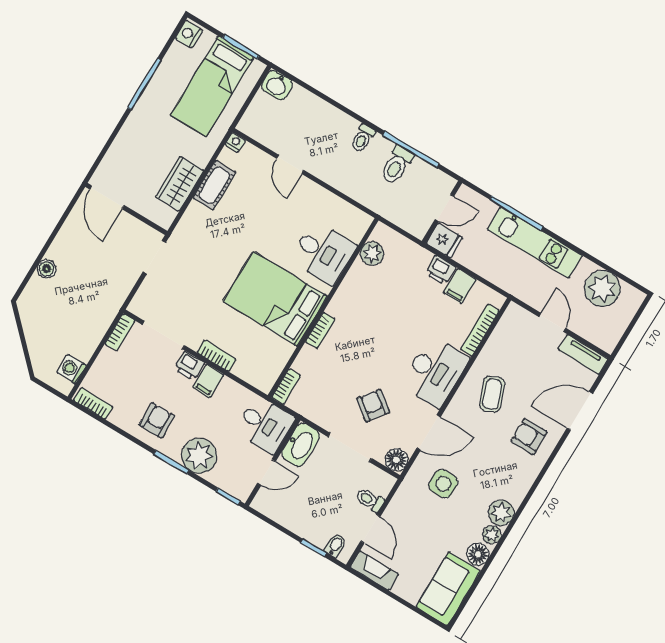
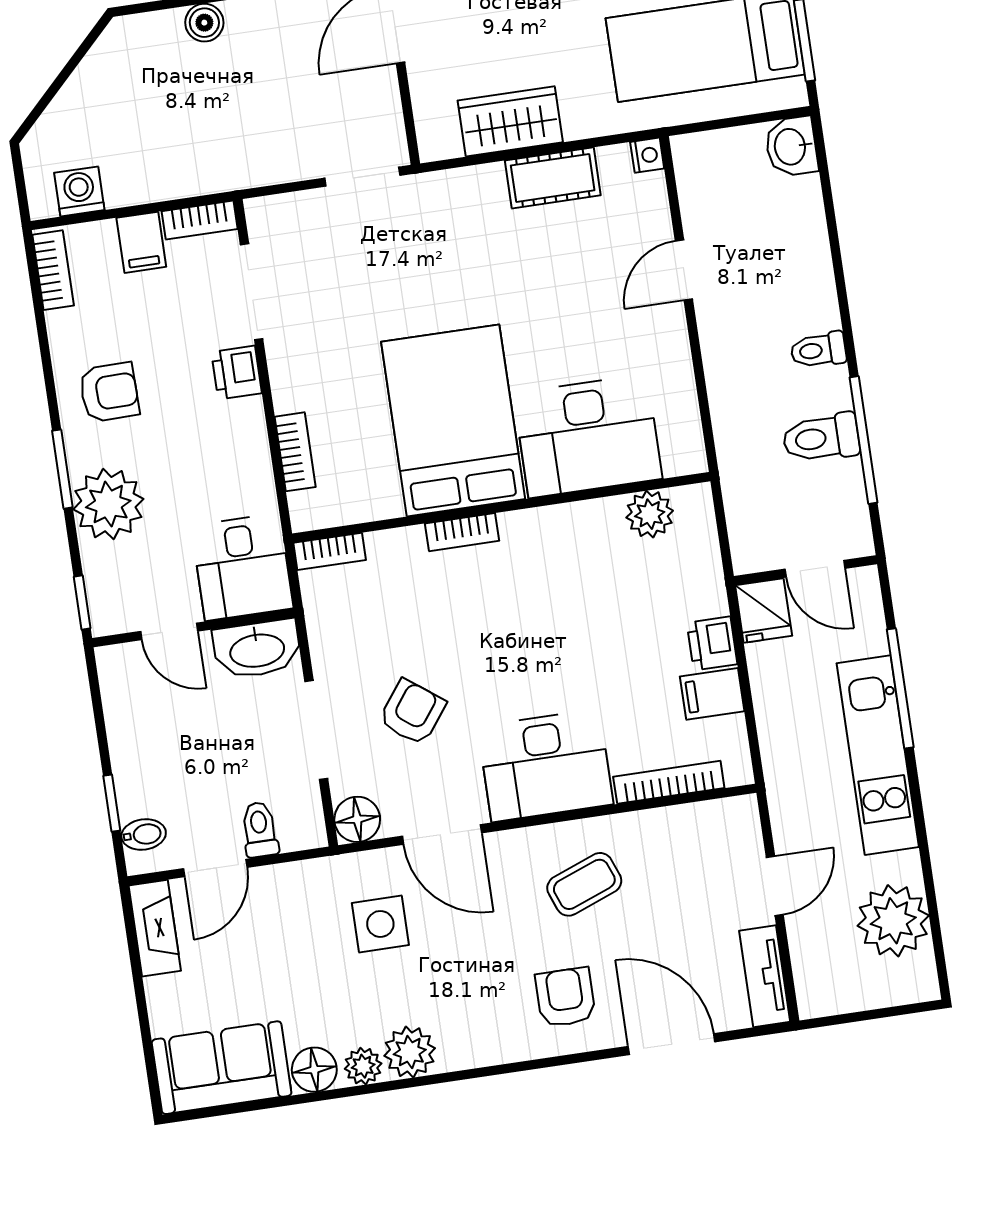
desk: (323, 253) -> (588, 436), width x1.37
bookcase: (217, 356) -> (295, 452), moved
filing cabinet: (208, 381) -> (141, 242), moved, turned -90

